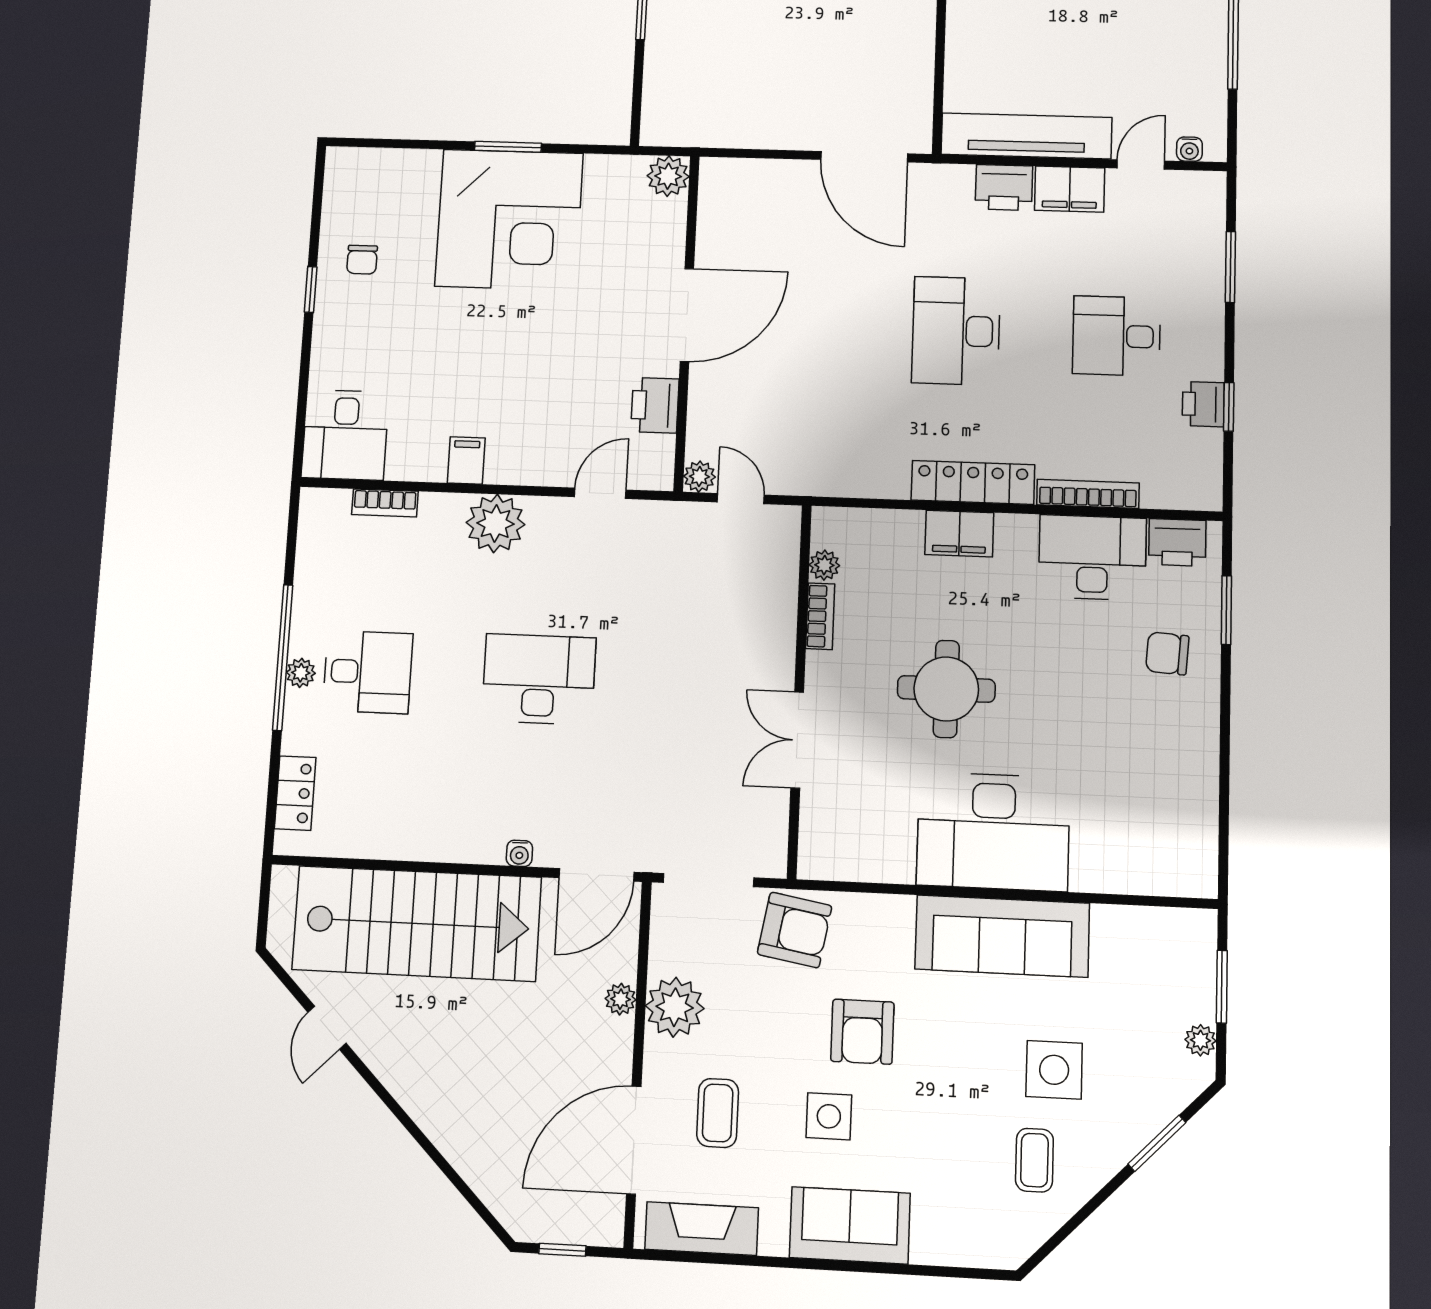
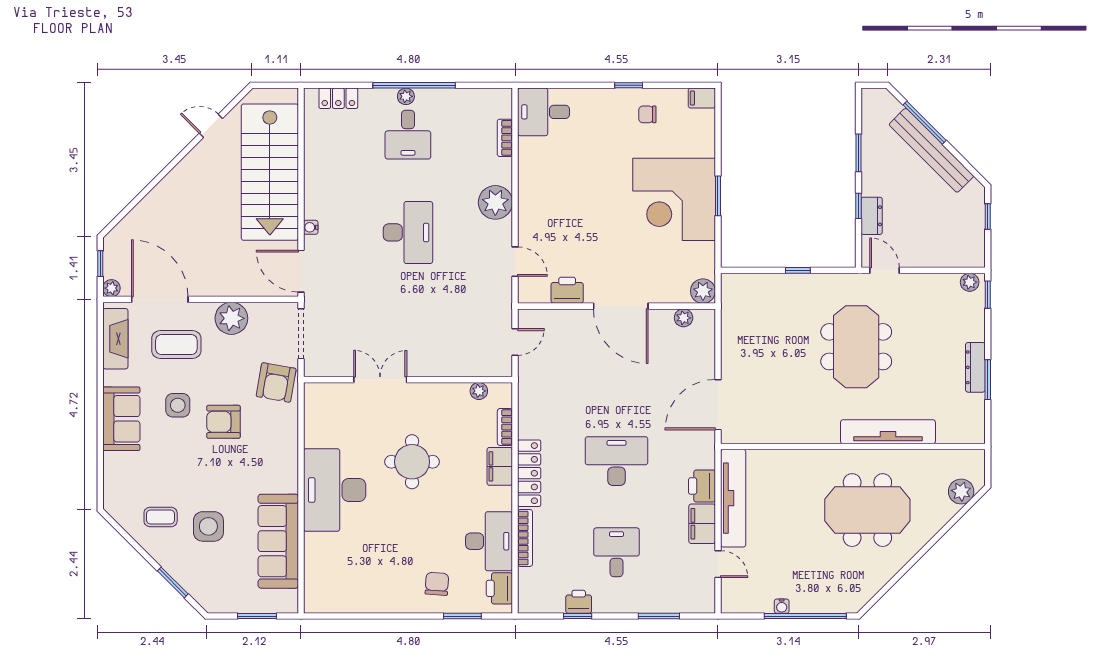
water cooler: (1189, 149) -> (782, 606), moved, turned -90
filing cabinet: (466, 460) -> (702, 98), moved, turned 180
plant: (699, 477) -> (684, 318), moved
bookcase: (820, 616) -> (505, 427), moved, turned 90
sofa: (1002, 936) -> (278, 541), moved
plant: (620, 999) -> (111, 288), moved
plant: (1200, 1040) -> (228, 605), removed
coffee table: (718, 1113) -> (176, 345), width x1.36, depth x1.30

